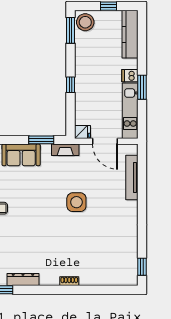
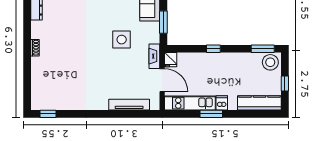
door: (105, 141) -> (162, 80), swing flipped
fireplace: (65, 150) -> (154, 56), moved
side table: (76, 202) -> (122, 40), moved

